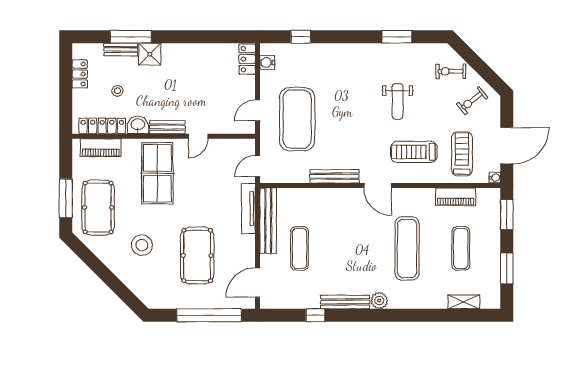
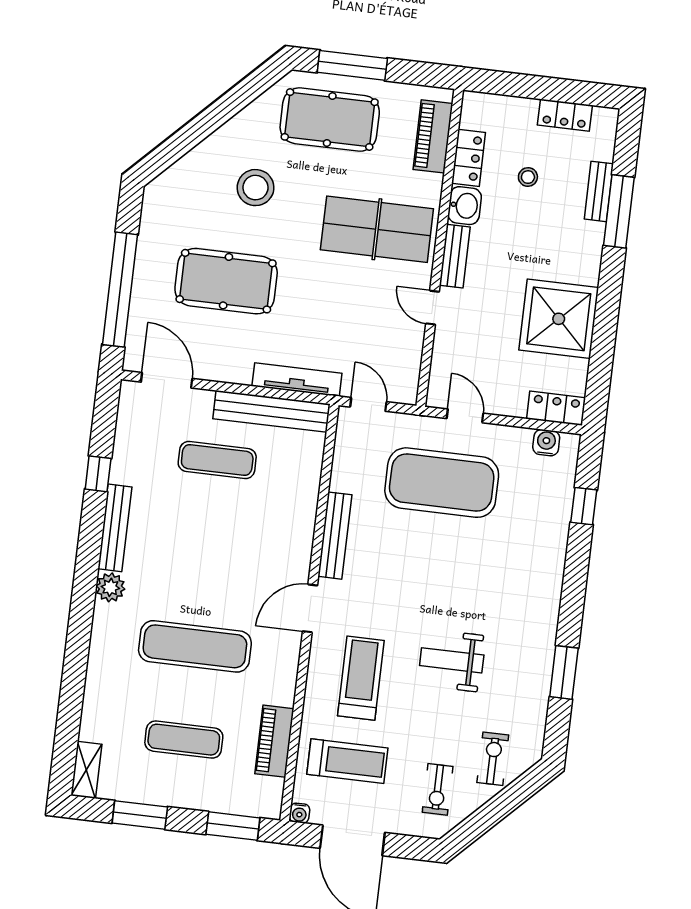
shower: (150, 54) -> (559, 319), moved, width x1.86, depth x1.86
exercise bike: (472, 101) -> (438, 789), turned -142
locker: (102, 126) -> (469, 158), width x0.66
shelving: (464, 302) -> (86, 770), moved

